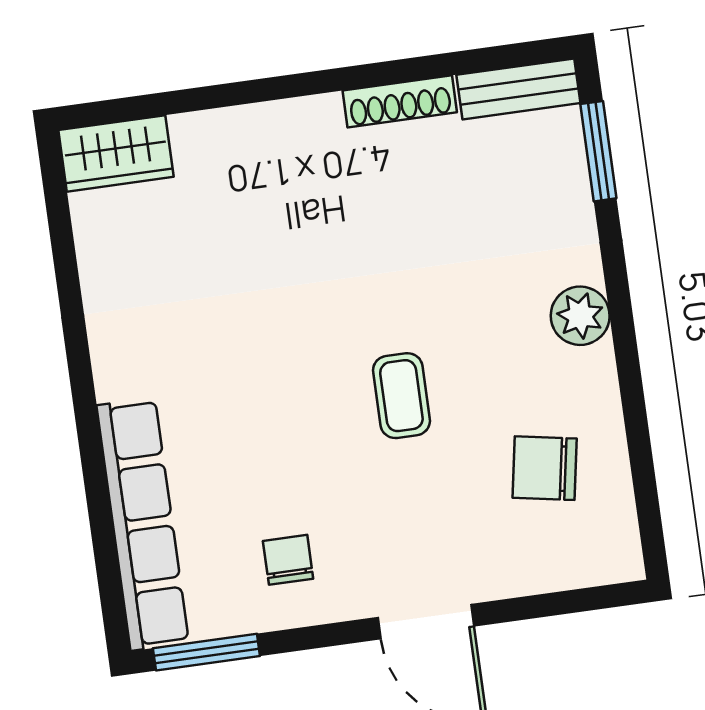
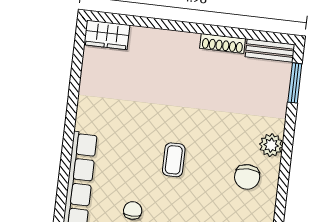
coffee table: (401, 396) -> (174, 160), moved
chair: (545, 468) -> (247, 177), moved, turned -100

